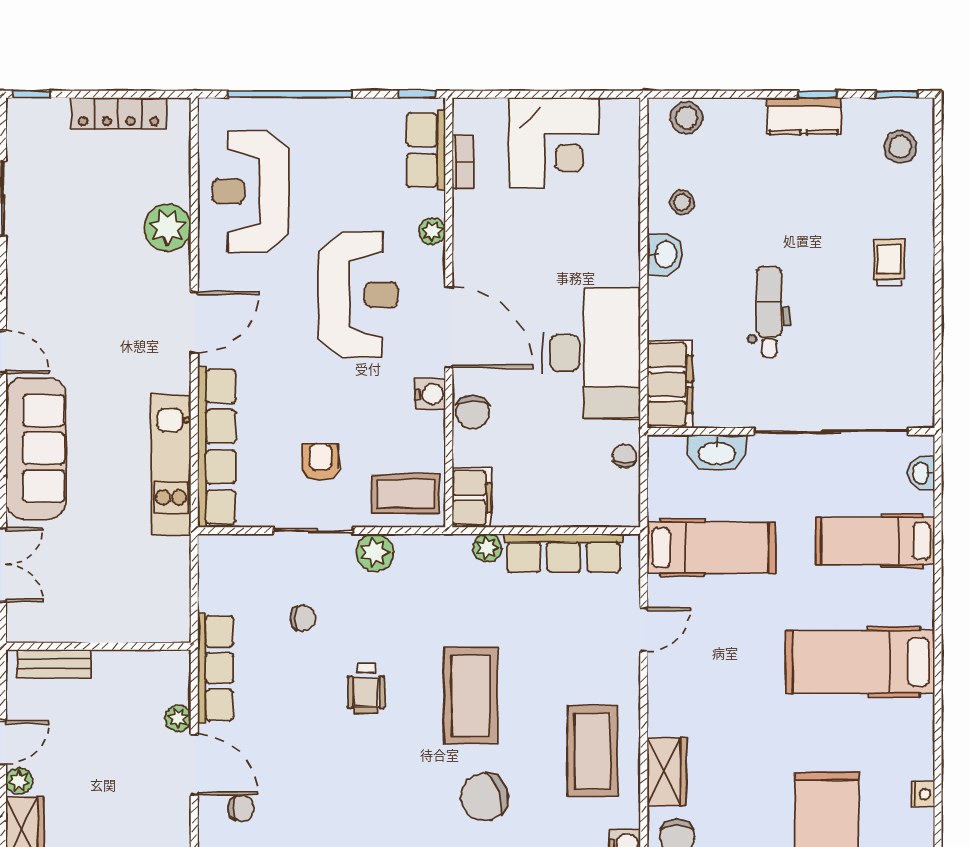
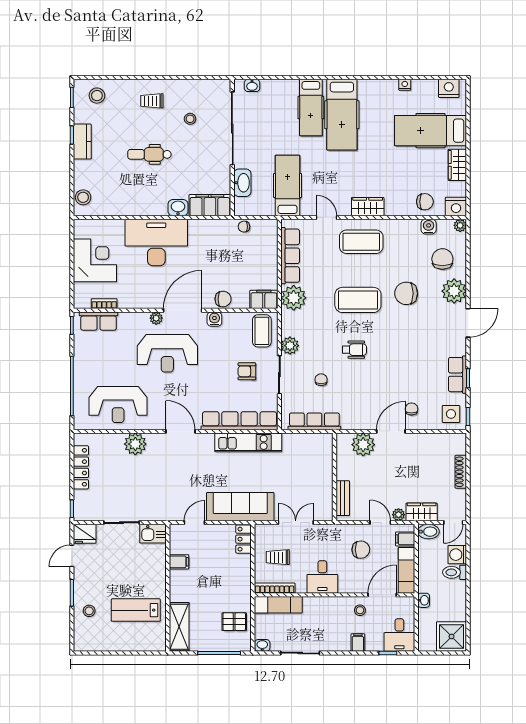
stool: (682, 202) -> (190, 119), moved
plant: (432, 231) -> (156, 318), moved
washbasin: (665, 254) -> (178, 208), moved
reception desk: (358, 295) -> (167, 353), turned 180
dental chair: (769, 312) -> (149, 154), moved
desk: (591, 353) -> (156, 242), moved
hospital bed: (875, 541) -> (311, 108), moved
plant: (487, 548) -> (294, 298), width x1.88, depth x1.88
row of seats: (215, 668) -> (314, 421), moved
plant: (178, 718) -> (363, 445), width x1.88, depth x1.88
coffee table: (593, 751) -> (361, 242), moved
wardrobe: (667, 772) -> (368, 207), moved
chair: (484, 797) -> (406, 293), turned 110

